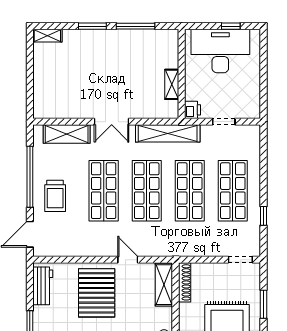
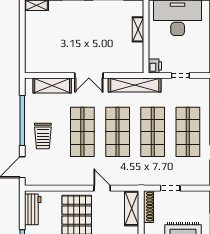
shelving: (172, 84) -> (138, 29), moved
doorway: (240, 260) -> (170, 188), moved

